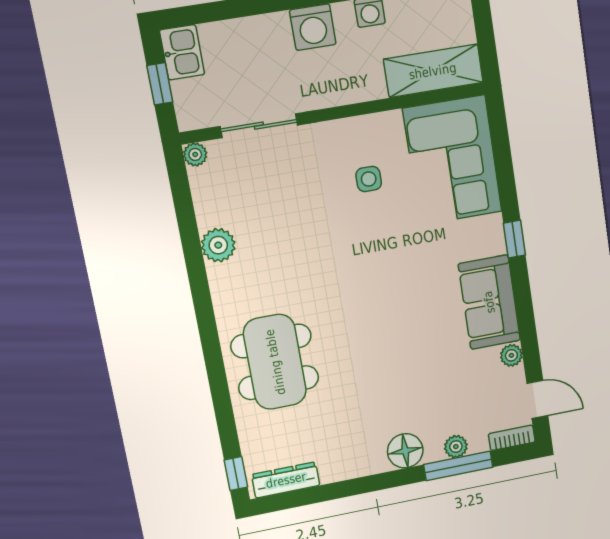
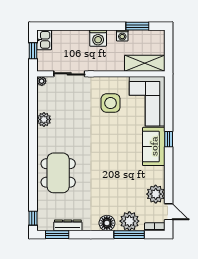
side table: (369, 179) -> (111, 103), width x1.87, depth x1.87
sofa: (489, 302) -> (154, 146), moved
plant: (511, 355) -> (156, 194), width x1.88, depth x1.88
plant: (456, 447) -> (129, 221), width x1.88, depth x1.88
dresser: (286, 480) -> (68, 225), moved
window: (298, 498) -> (57, 235), added

